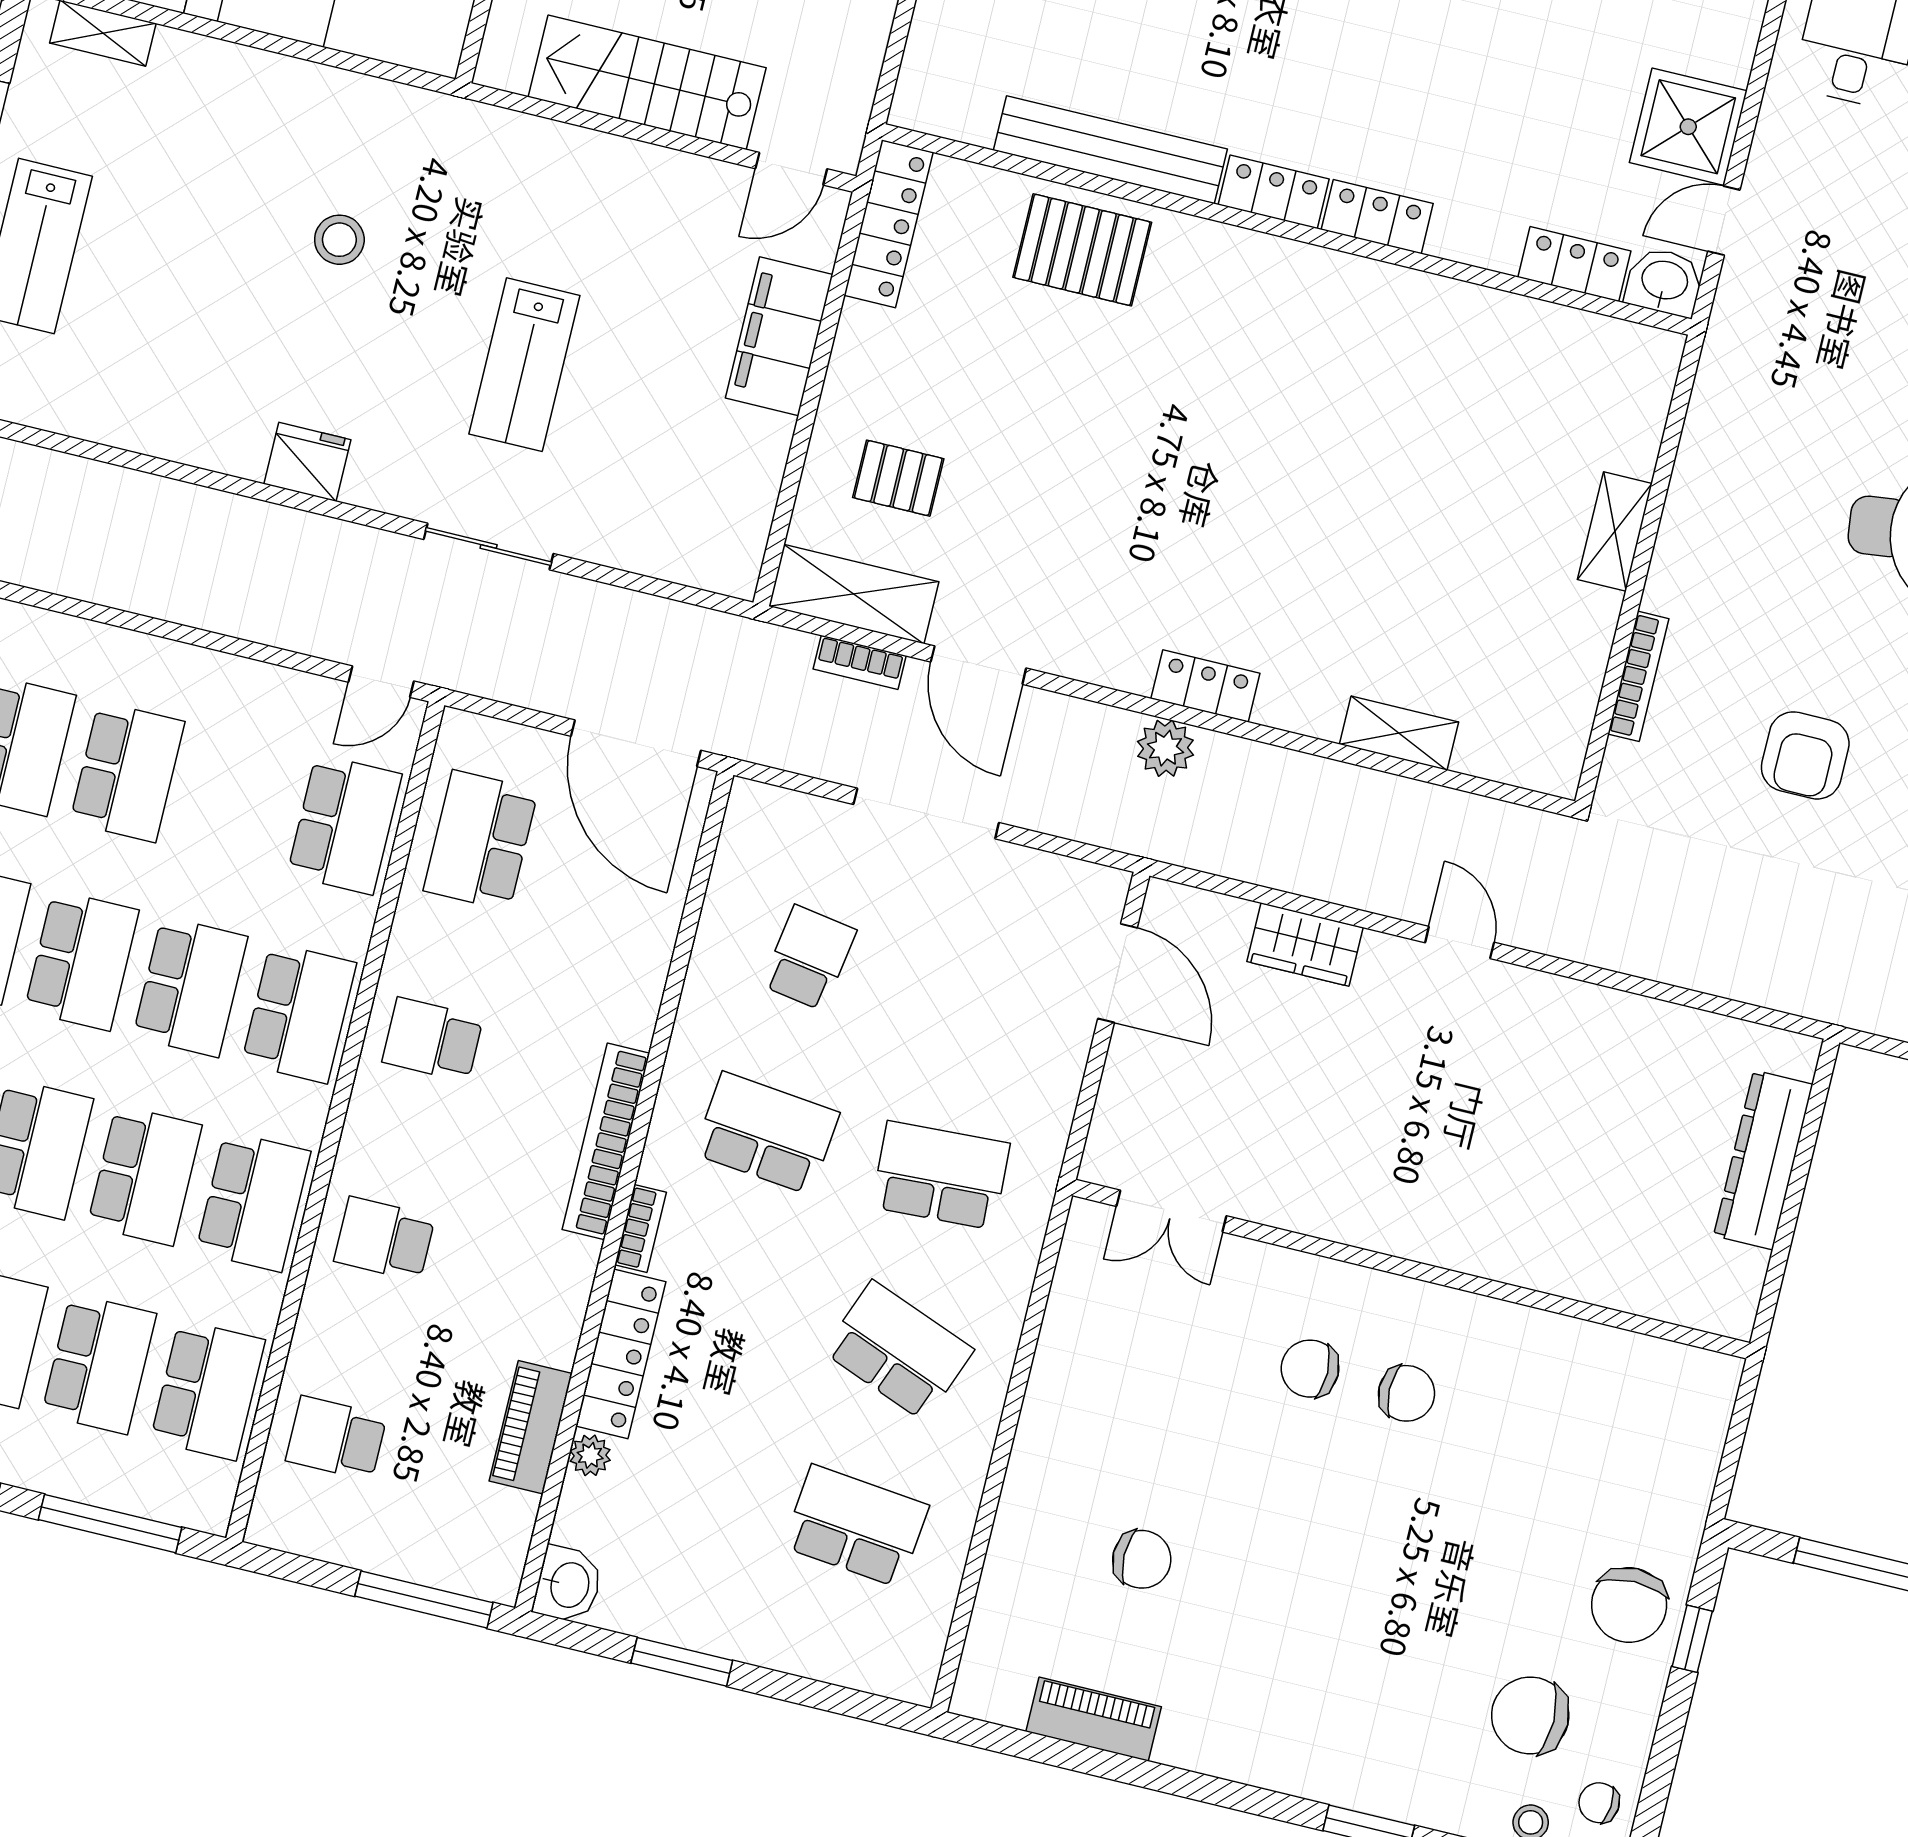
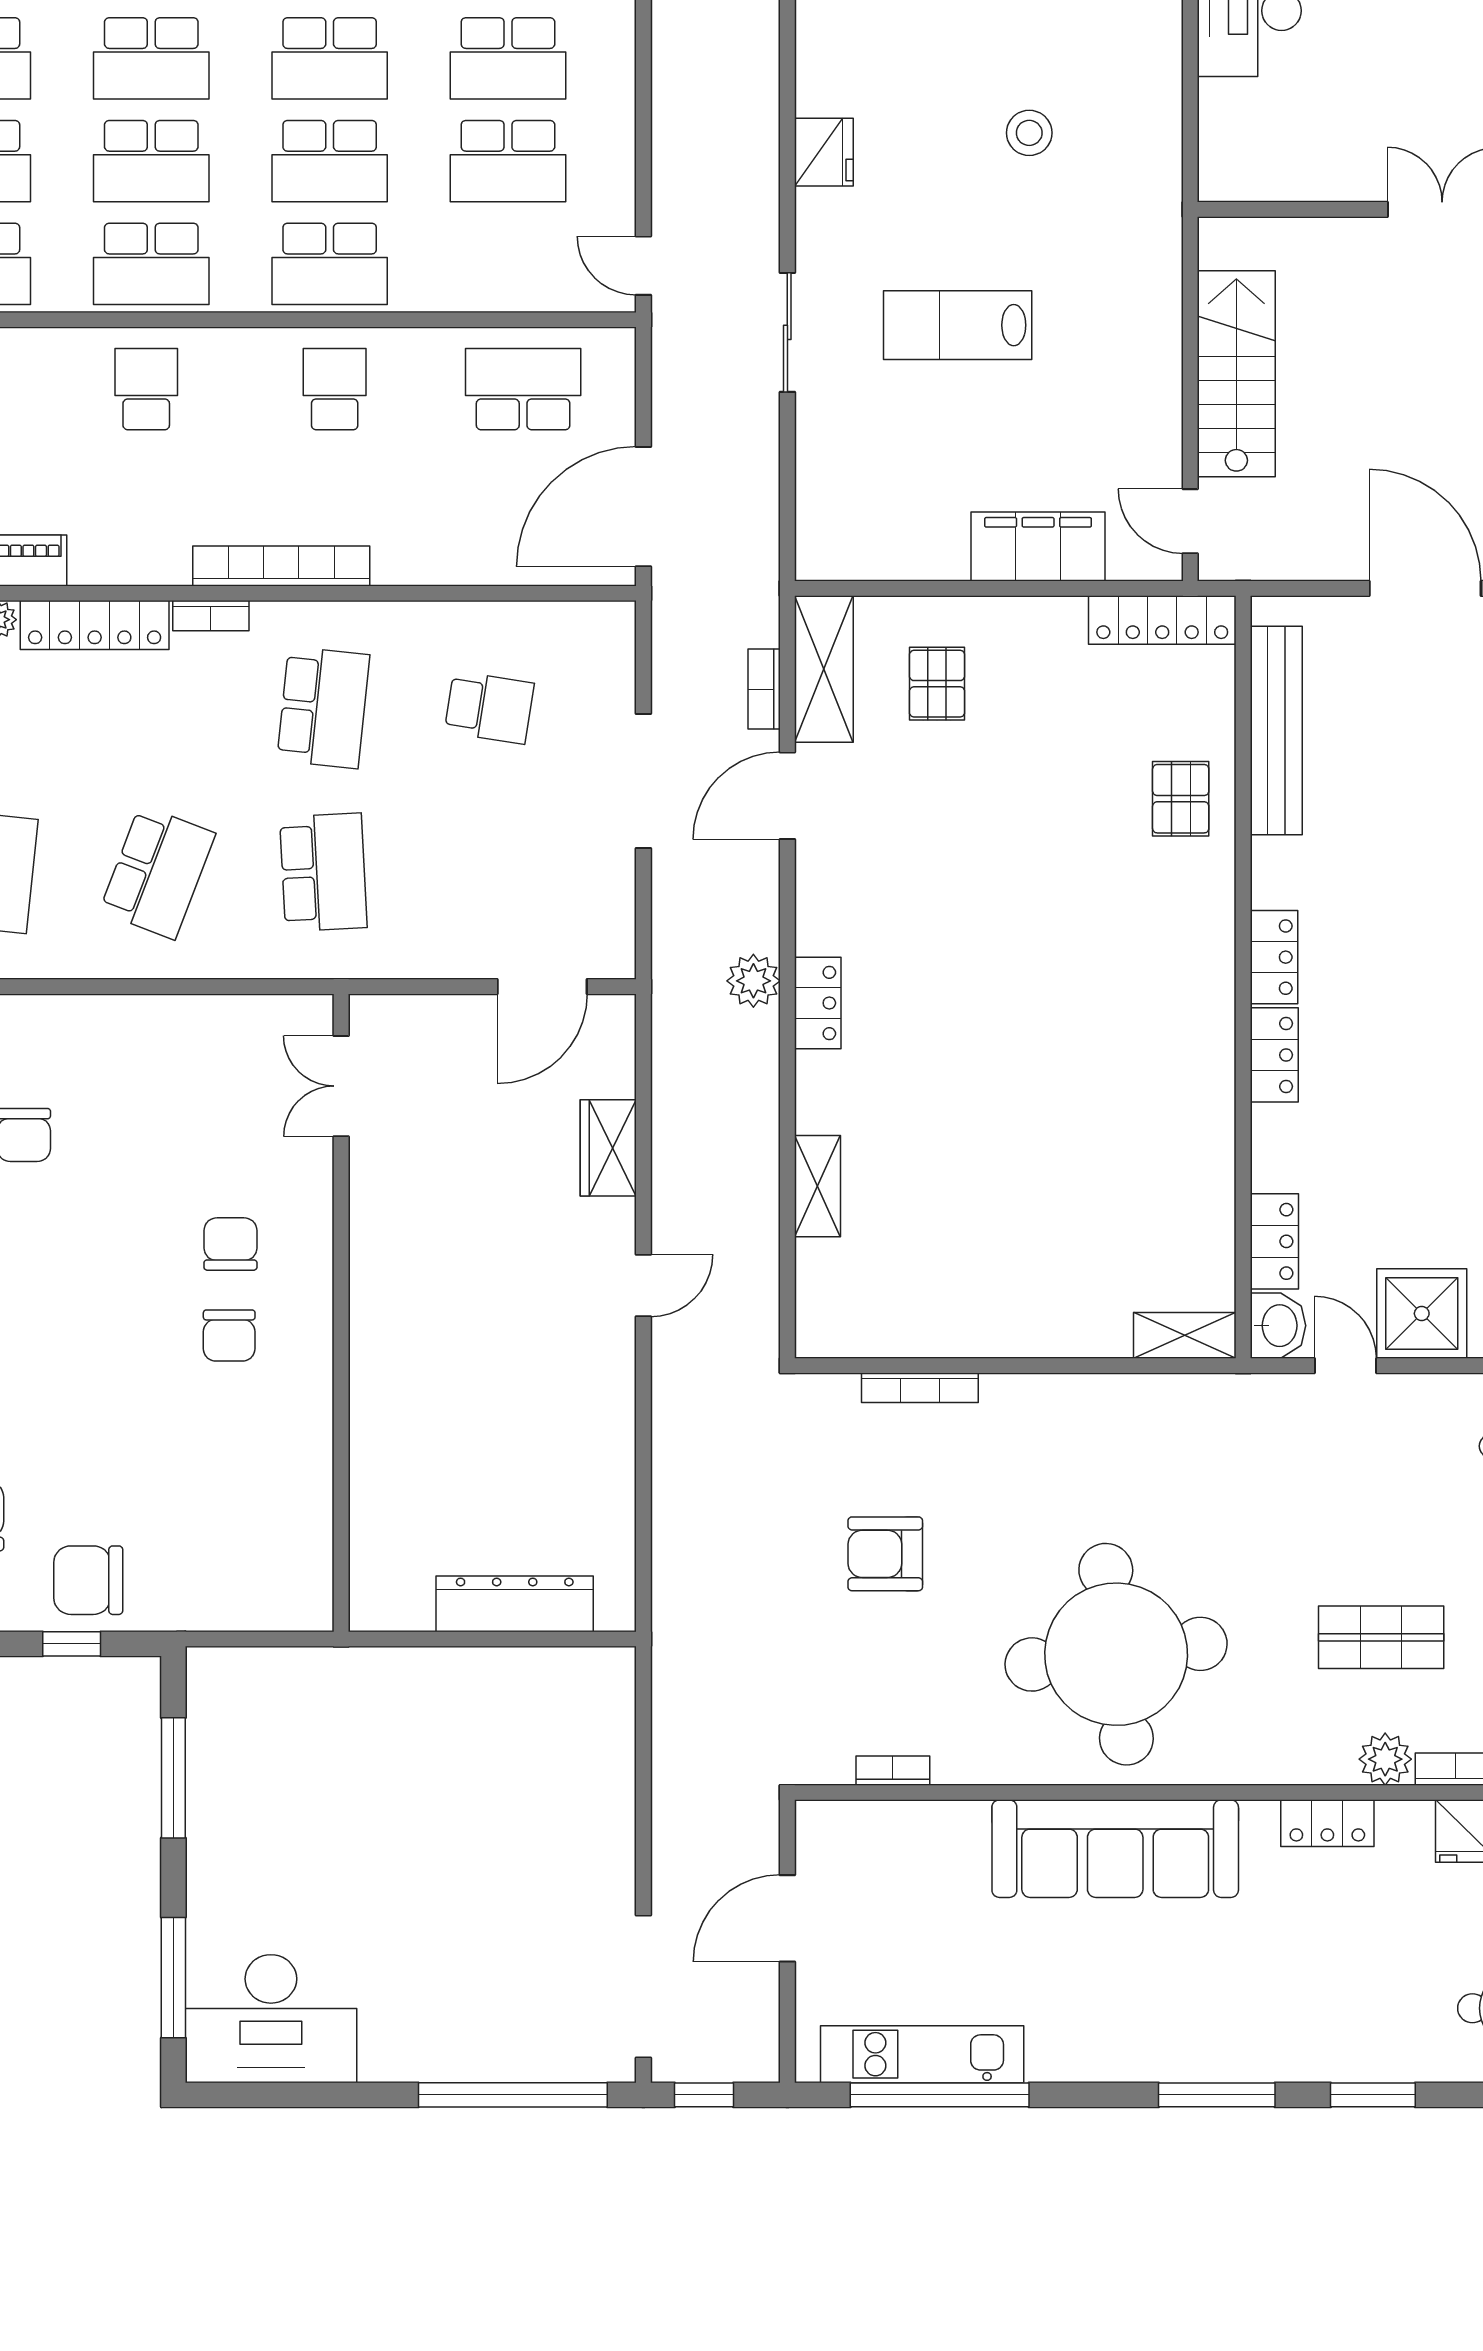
bench: (1110, 150) -> (1276, 731), moved
pallet: (1082, 250) -> (1181, 799), width x0.67, depth x0.71
shelving: (1615, 532) -> (1185, 1335), moved
school desk: (345, 824) -> (508, 161), moved

